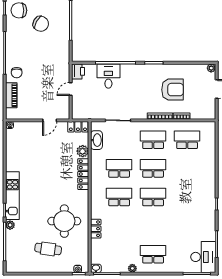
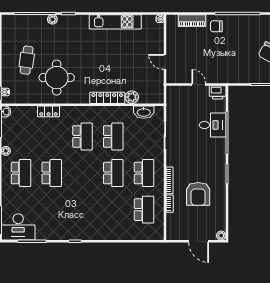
locker: (78, 127) -> (158, 92), removed
kitchen unit: (12, 196) -> (115, 22), moved
school desk: (153, 197) -> (52, 173), moved

